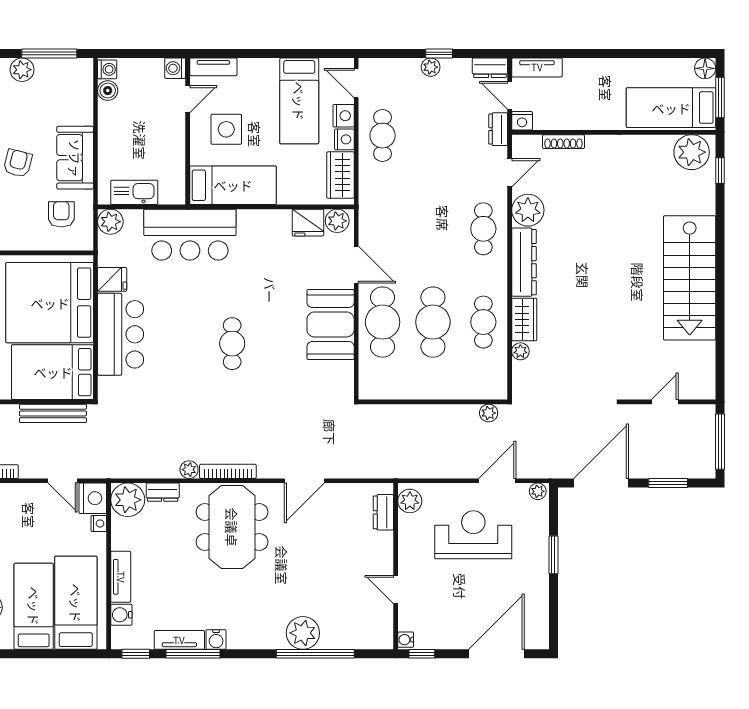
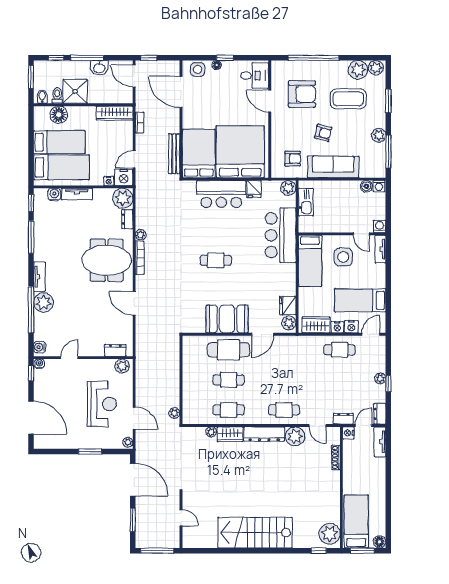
sofa: (75, 158) -> (333, 167), width x1.36
cafe table: (433, 322) -> (229, 380), width x0.73, depth x0.74
water cooler: (216, 639) -> (40, 347), moved
tv unit: (179, 640) -> (39, 277), moved

